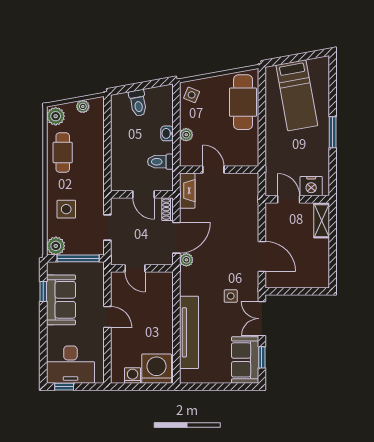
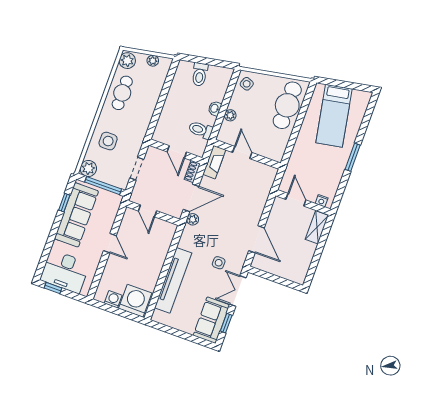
nightstand: (311, 186) -> (322, 201), width x0.53, depth x0.56
sofa: (61, 300) -> (76, 215), width x1.36

